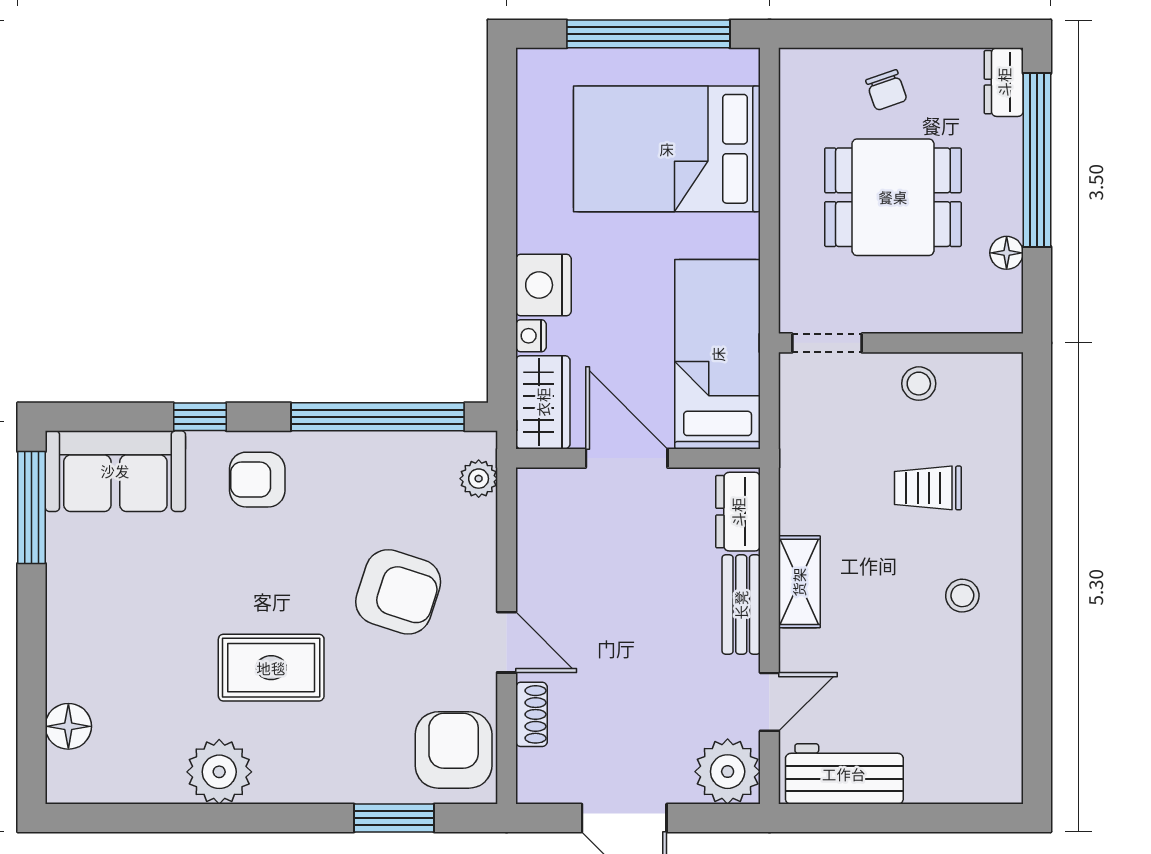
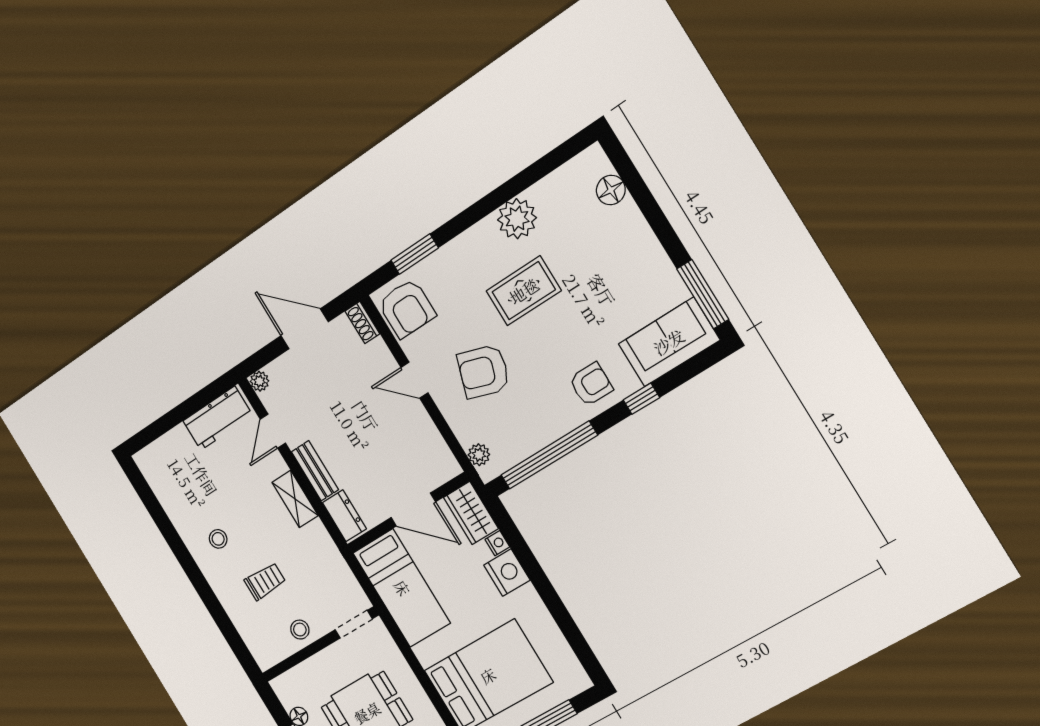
shoe rack: (531, 714) -> (362, 322), moved
plant: (728, 772) -> (259, 381), width x0.53, depth x0.53

